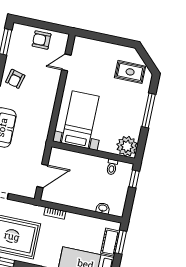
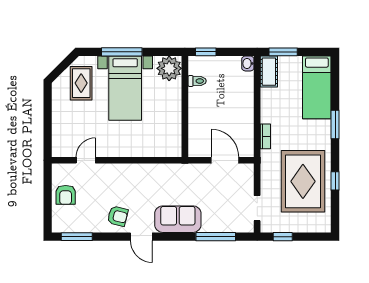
door: (66, 62) -> (86, 160), swing flipped
bed with nightstands: (80, 120) -> (125, 88), moved, turned -90
washbasin: (103, 208) -> (248, 63), moved
cot: (110, 242) -> (269, 72), moved, turned 90

